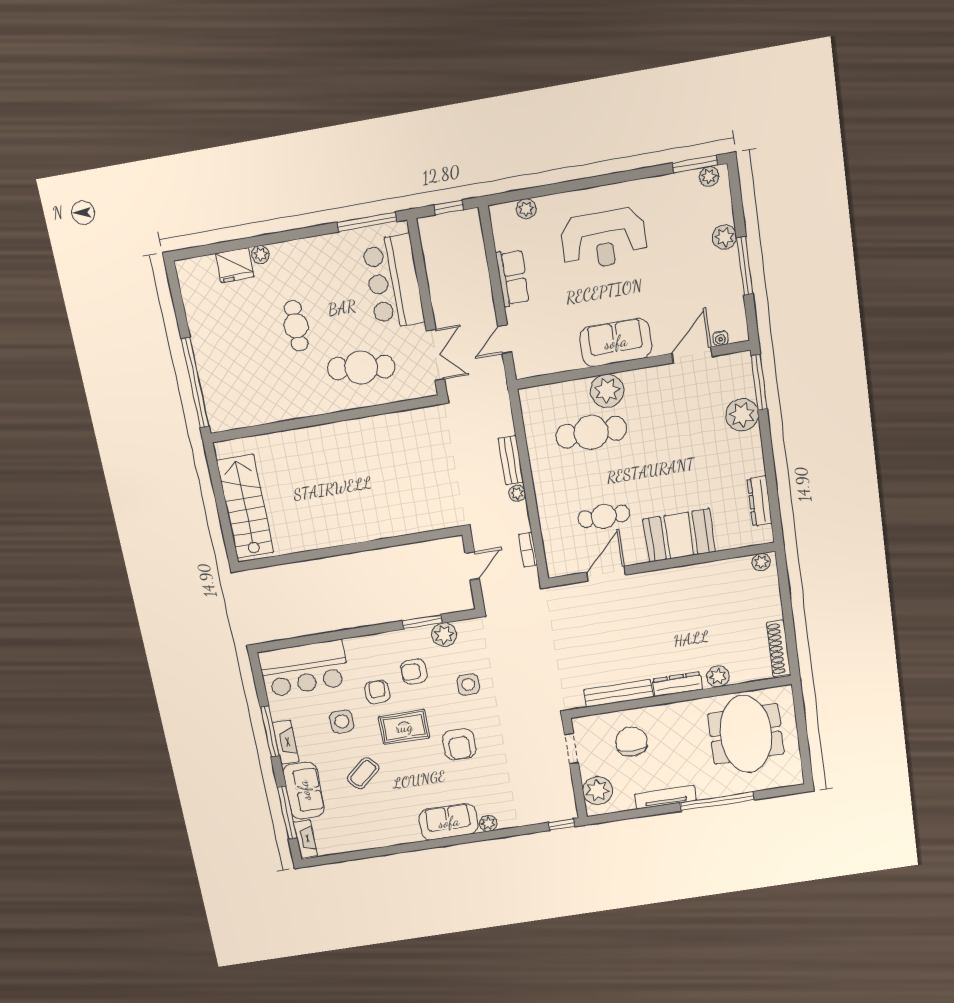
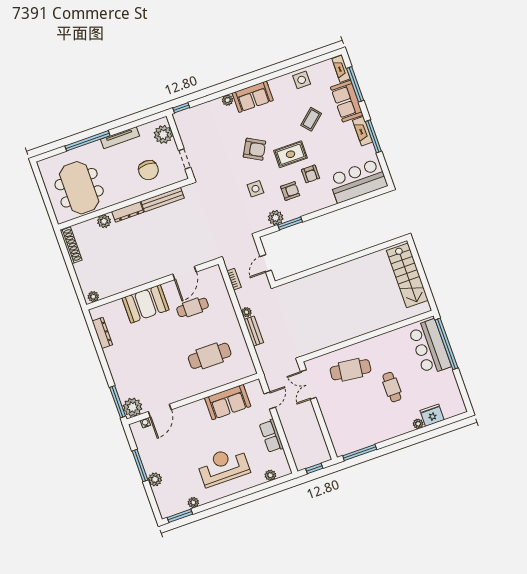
plant: (709, 177) -> (193, 503), moved
bar counter: (393, 282) -> (430, 347), moved, turned 180
sofa: (616, 342) -> (228, 402), moved
plant: (607, 391) -> (205, 382), removed
plant: (742, 415) -> (133, 407), moved
side table: (342, 721) -> (302, 80), moved
armchair: (459, 744) -> (255, 149), turned 119

